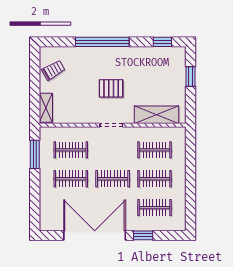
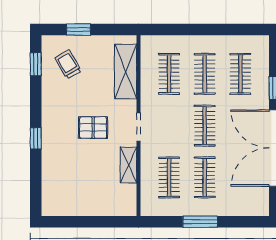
window: (102, 42) -> (36, 138), width x0.32
trolley: (53, 70) -> (68, 64), moved
pallet: (111, 88) -> (93, 128), turned 90
shelving: (46, 108) -> (128, 165), moved, turned 90
window: (35, 154) -> (200, 222), moved

